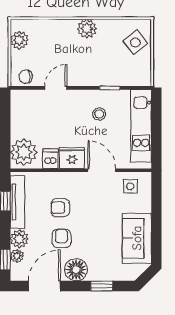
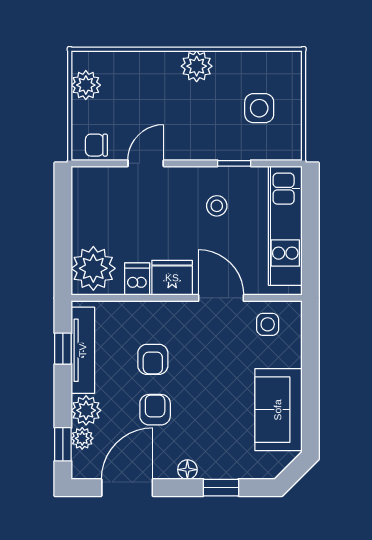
side table: (135, 42) -> (259, 108), moved, turned 38
armchair: (60, 208) -> (153, 359), turned -90
floor lamp: (76, 270) -> (187, 470), width x0.53, depth x0.53

